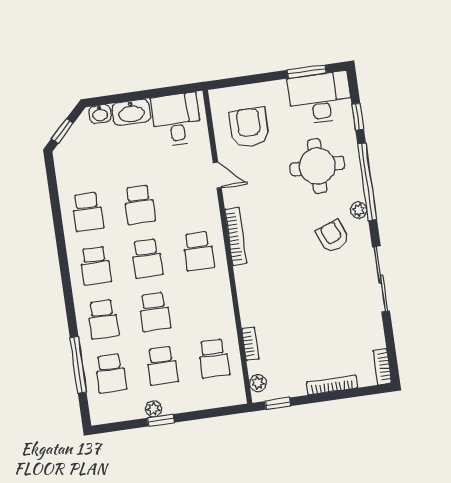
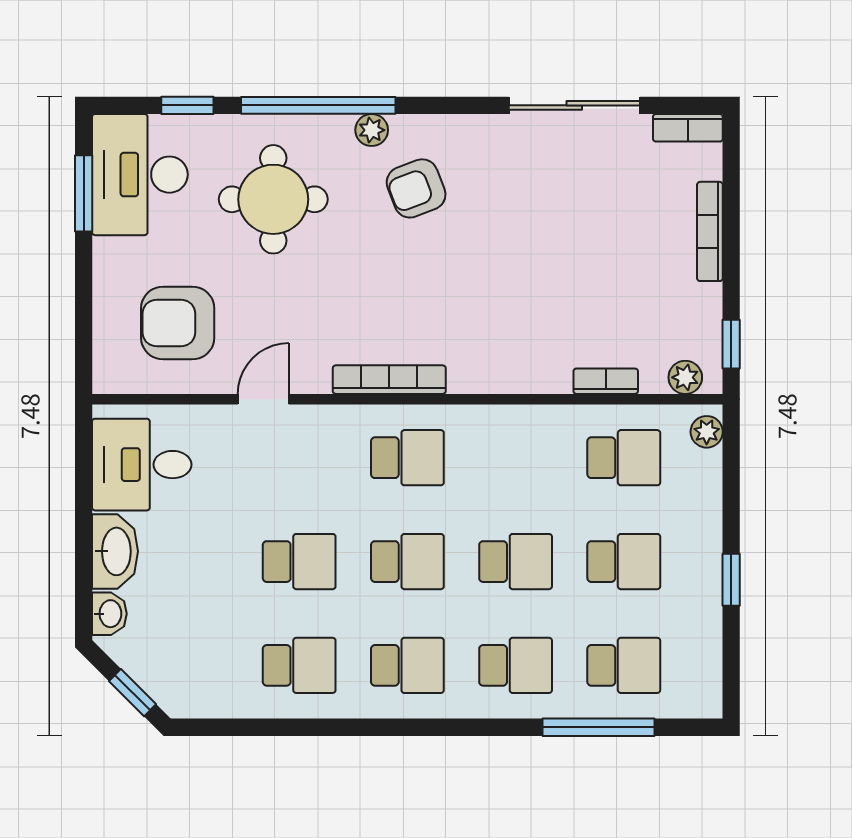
sliding door: (381, 279) -> (574, 105), moved
plant: (154, 409) -> (707, 432), moved

